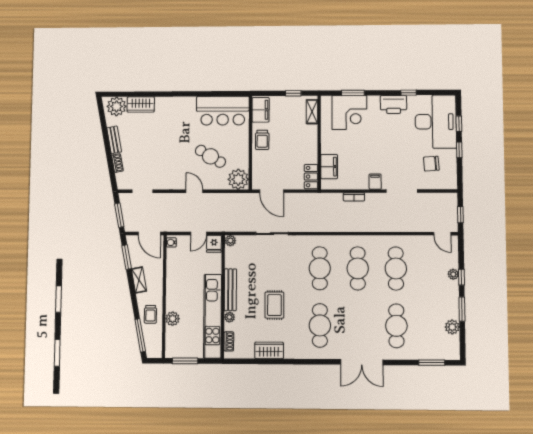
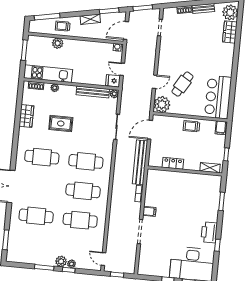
filing cabinet: (261, 110) -> (221, 128), width x0.50
corner desk: (349, 113) -> (206, 197), removed
chair: (431, 164) -> (159, 257), removed
filing cabinet: (329, 167) -> (165, 177), removed
locker: (311, 177) -> (173, 163), moved
door: (194, 191) -> (155, 82), moved
bench: (314, 200) -> (140, 162), added
door: (442, 234) -> (104, 259), hinge flipped
bench: (230, 290) -> (93, 92), moved
kitchen unit: (213, 316) -> (48, 74), width x0.73
plant: (452, 327) -> (61, 261), moved

